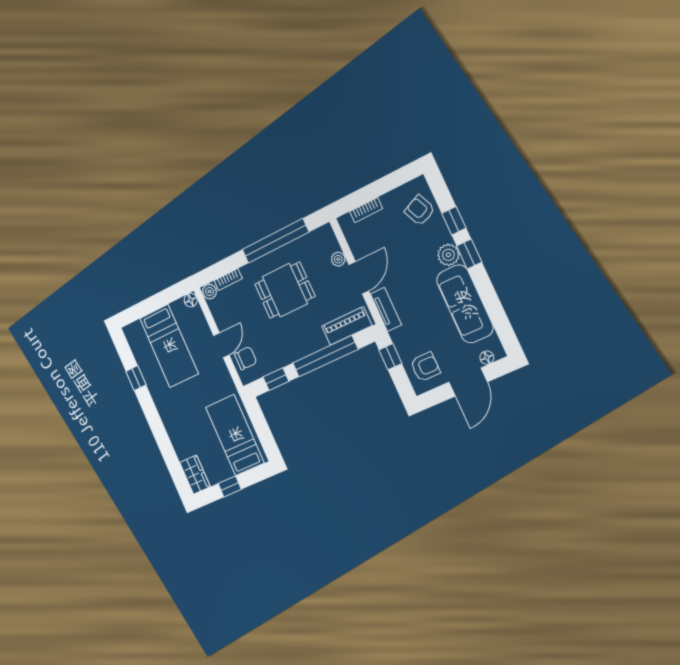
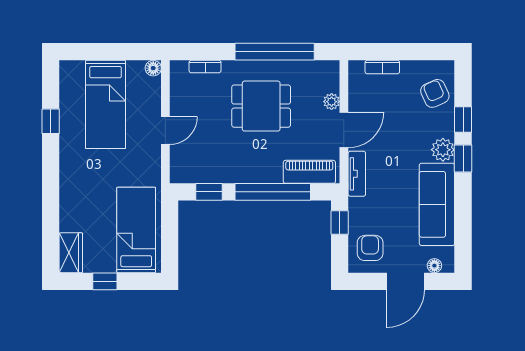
plant: (210, 292) -> (179, 69), removed
chair: (246, 358) -> (186, 156), removed
armchair: (425, 367) -> (370, 248), turned -90

